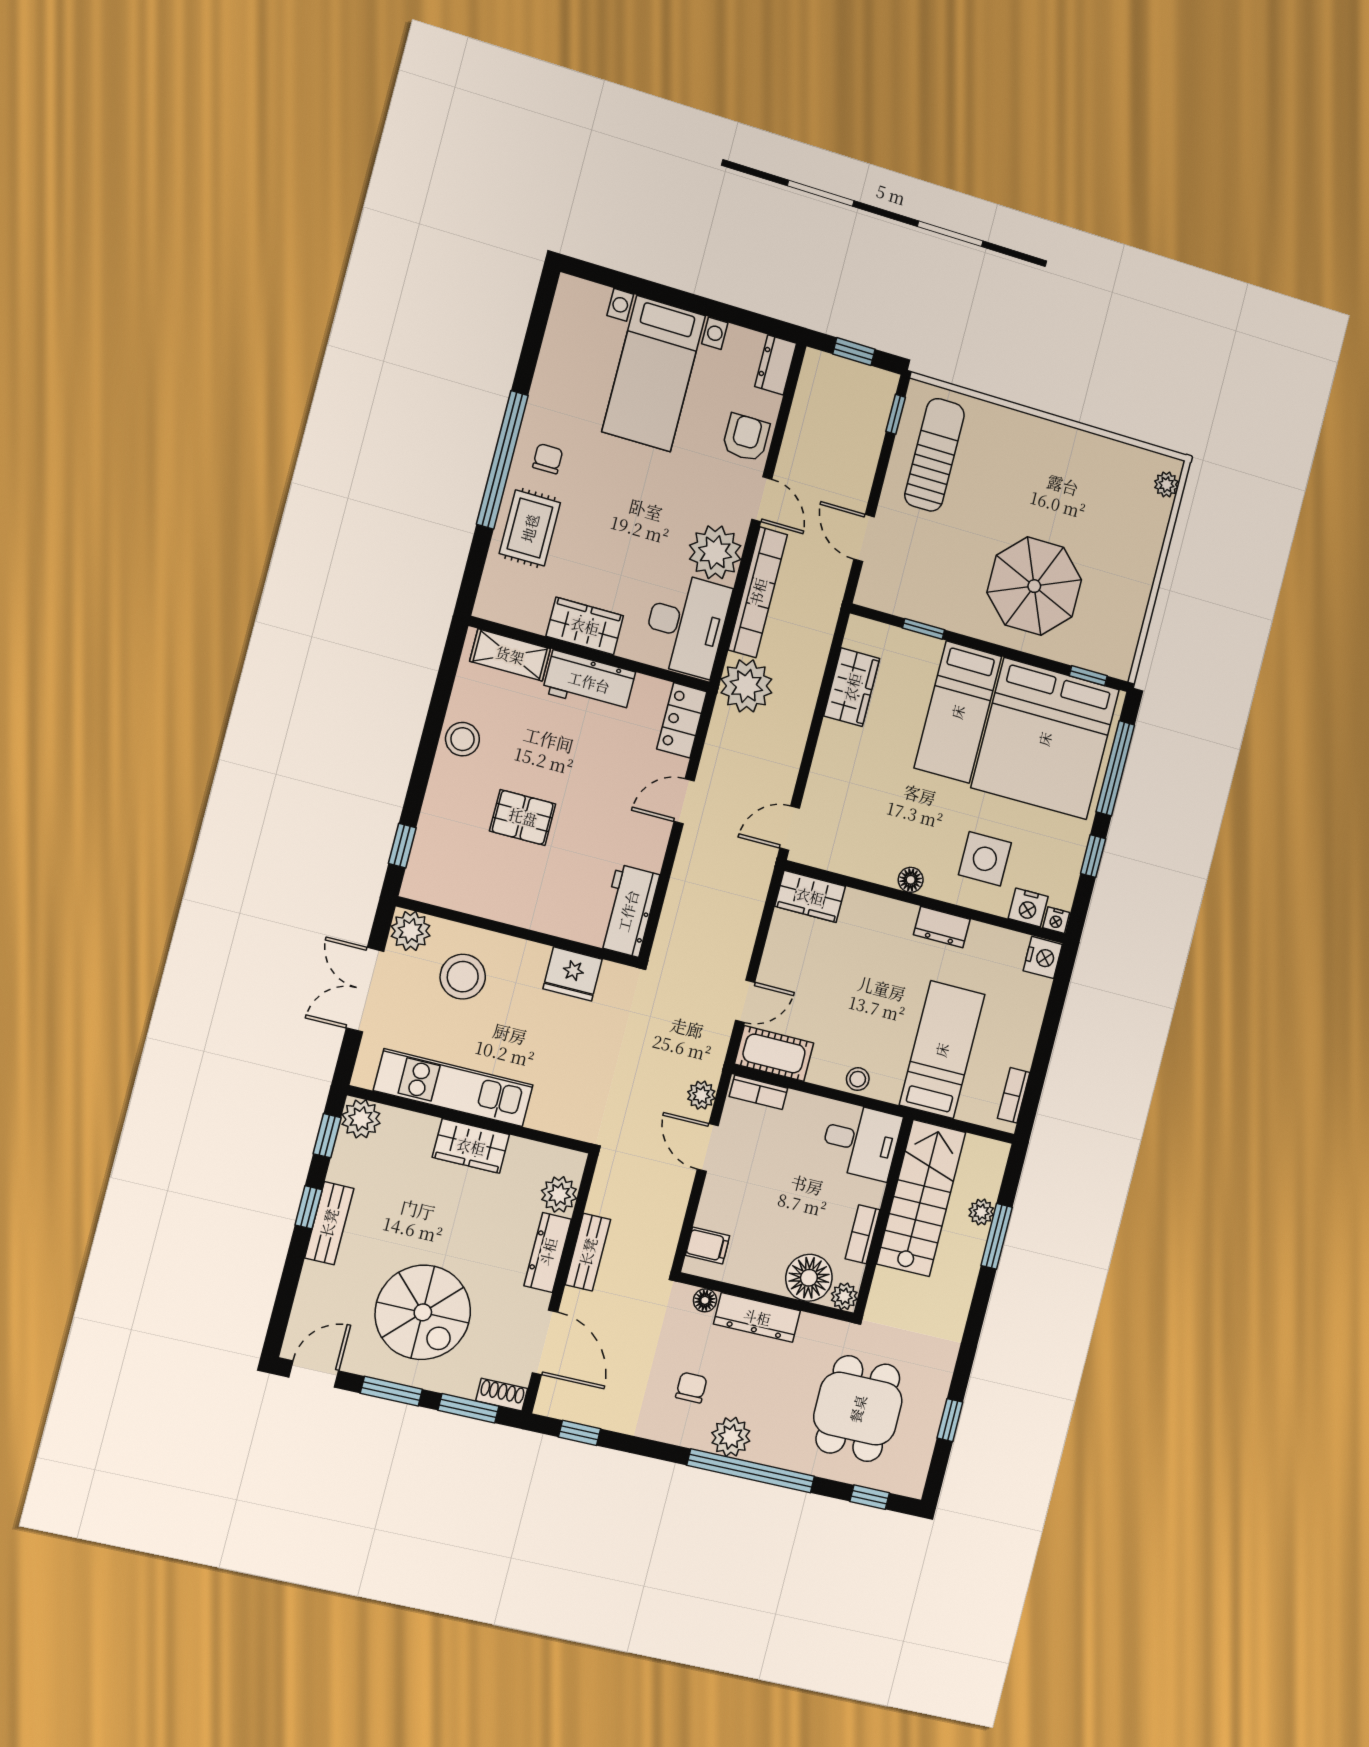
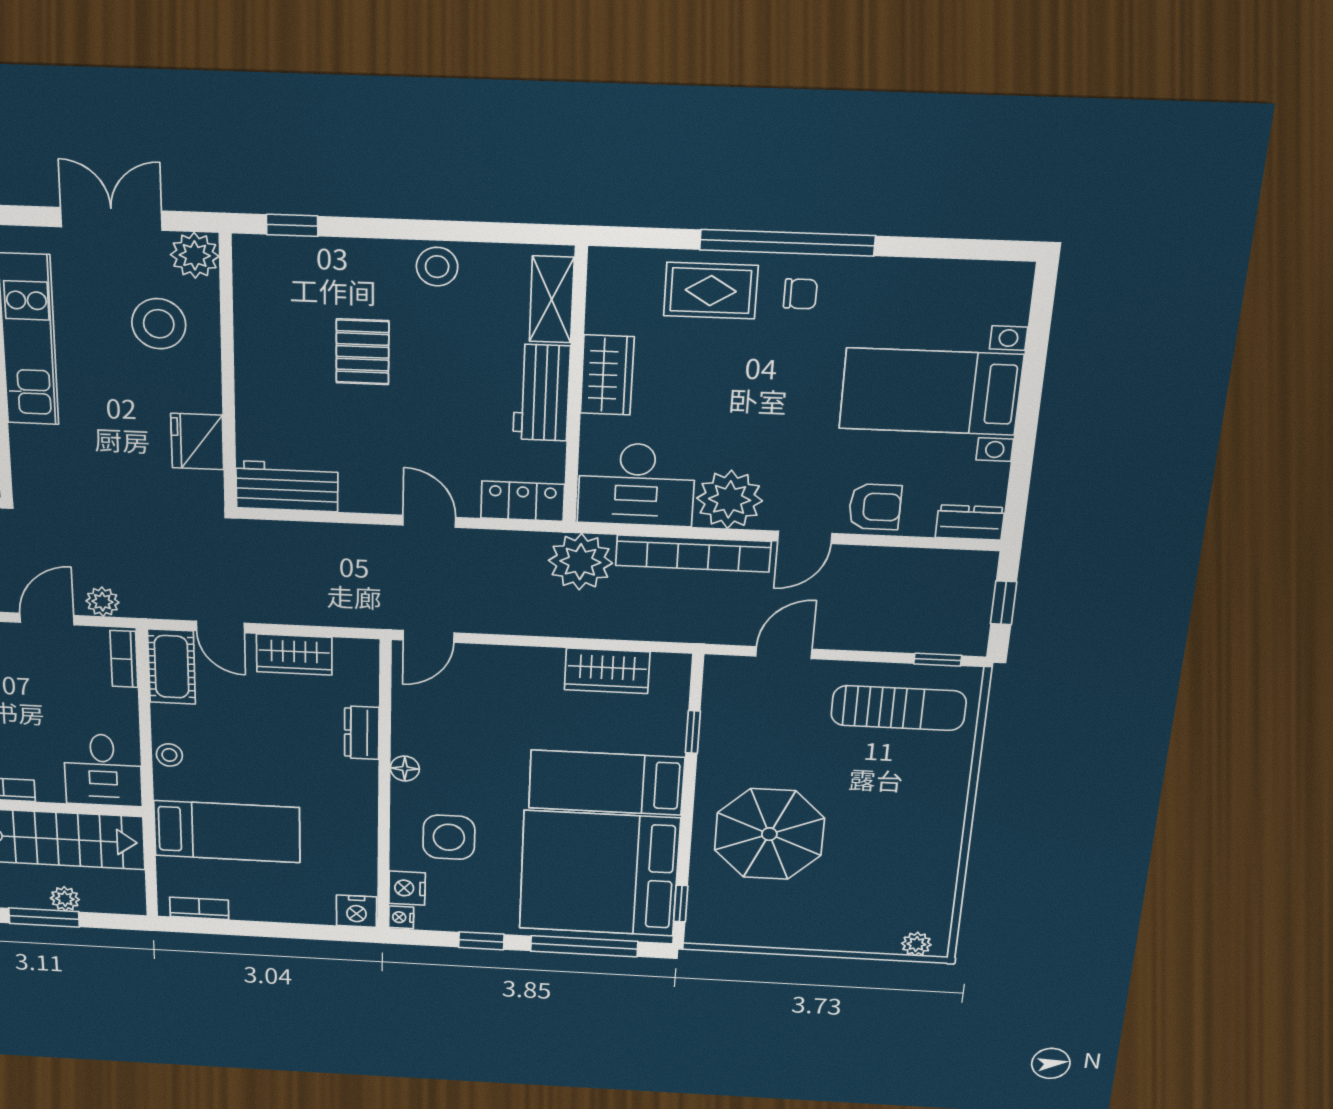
door: (790, 828) -> (429, 636), swing flipped
wardrobe: (810, 896) -> (294, 655), moved, turned -90
dresser: (942, 927) -> (362, 733), moved

